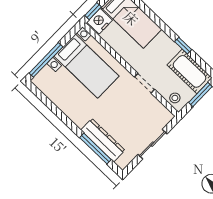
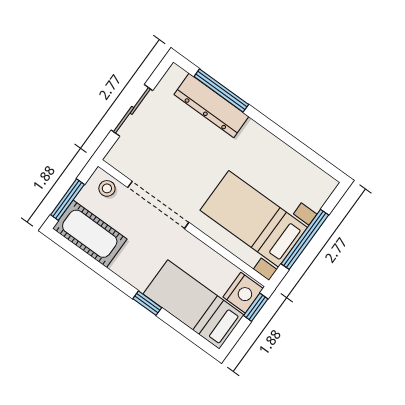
window: (183, 46) -> (147, 303), moved
window: (46, 60) -> (305, 239), moved
doorway: (145, 83) -> (158, 205), width x1.88

